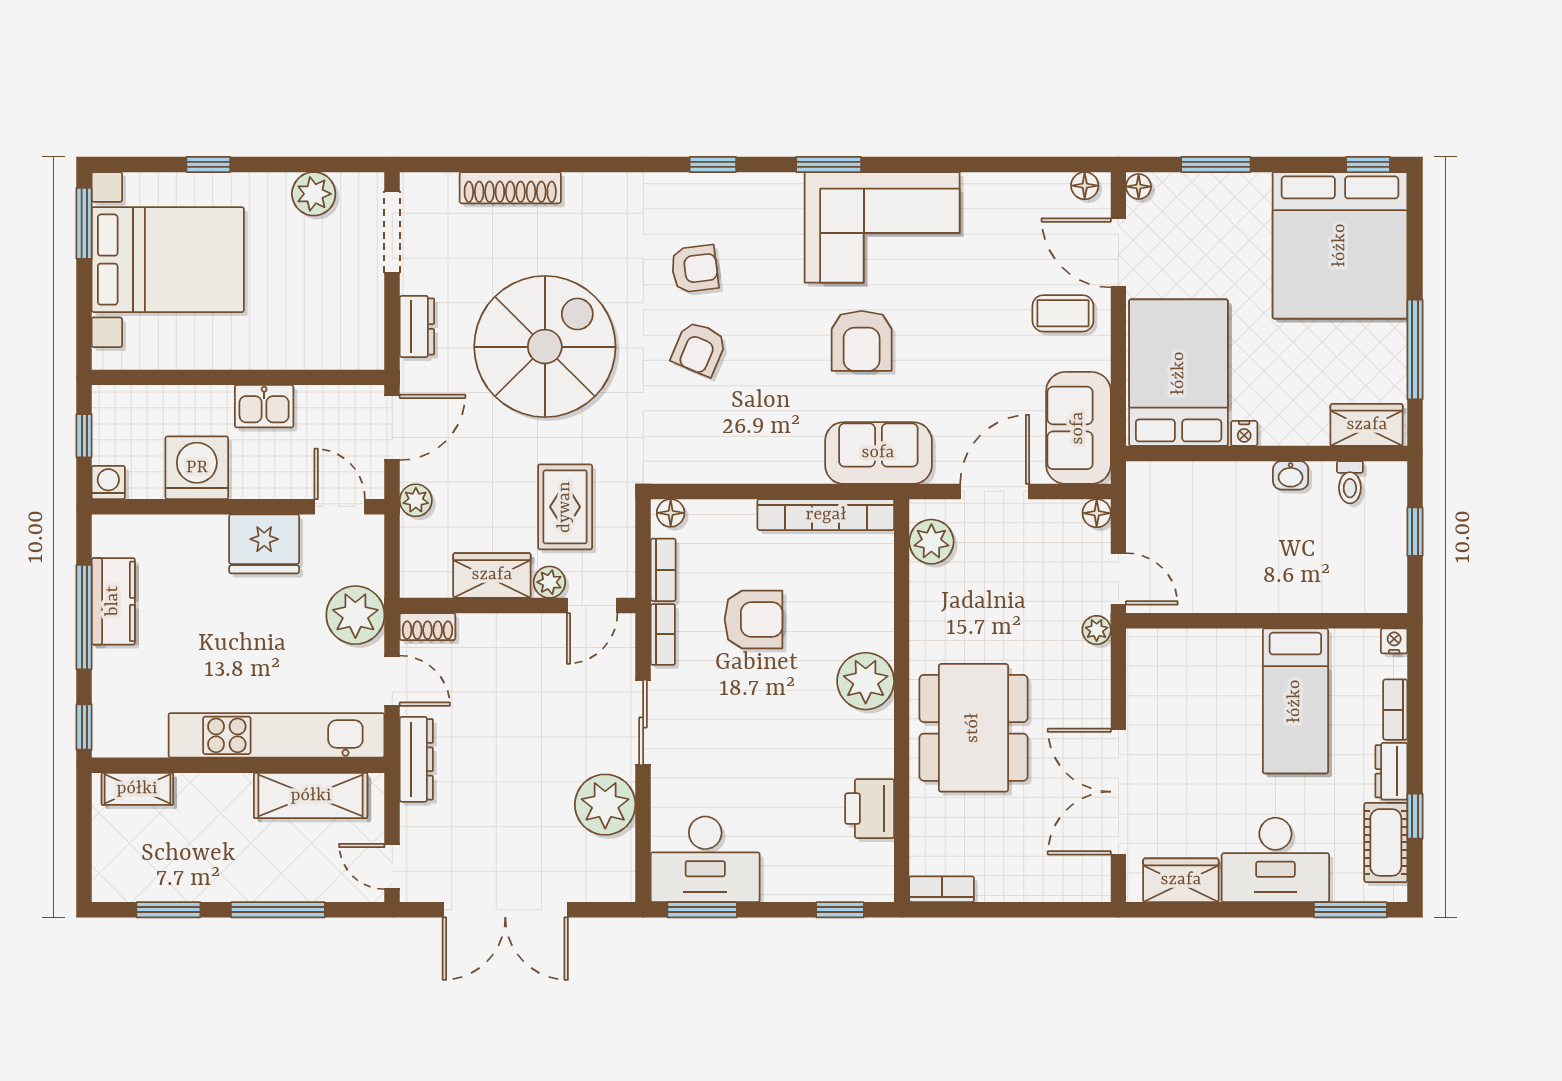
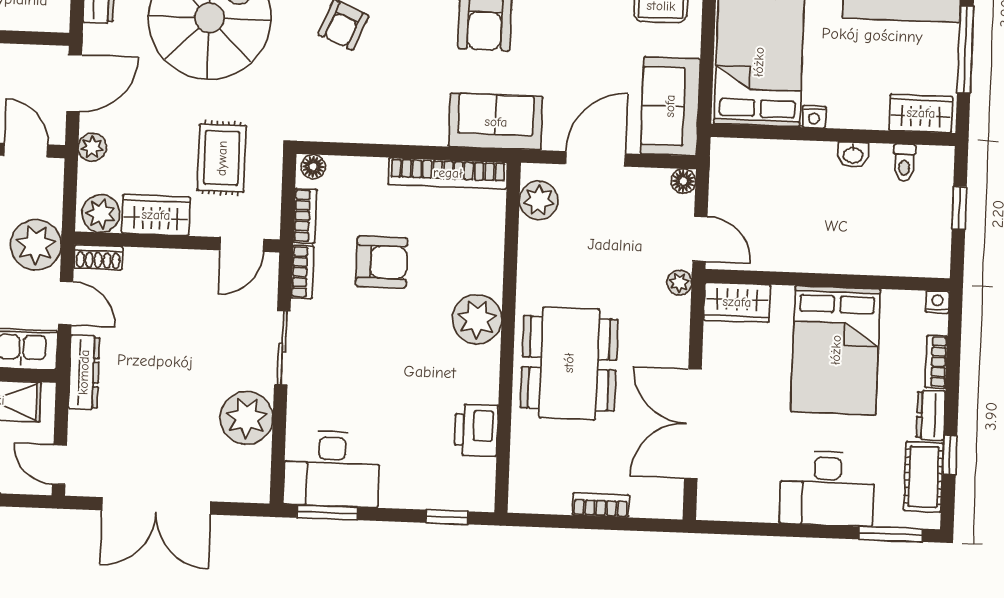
plant: (549, 582) -> (101, 214), moved, width x1.38, depth x1.38
bed: (1295, 701) -> (836, 350), width x1.50
wardrobe: (1181, 880) -> (737, 302), moved, turned 180
bookcase: (942, 889) -> (601, 505), moved

